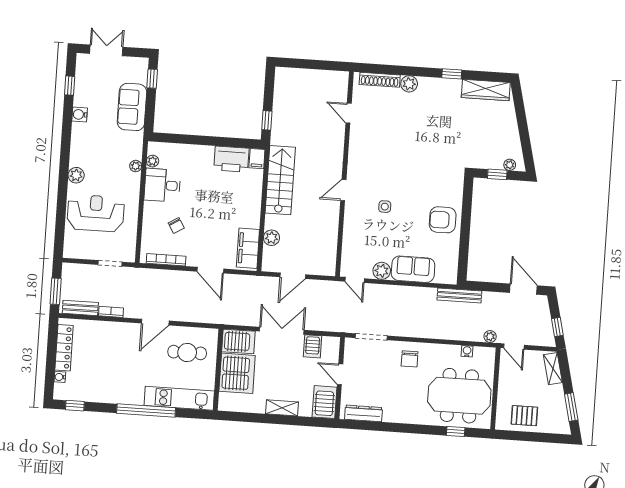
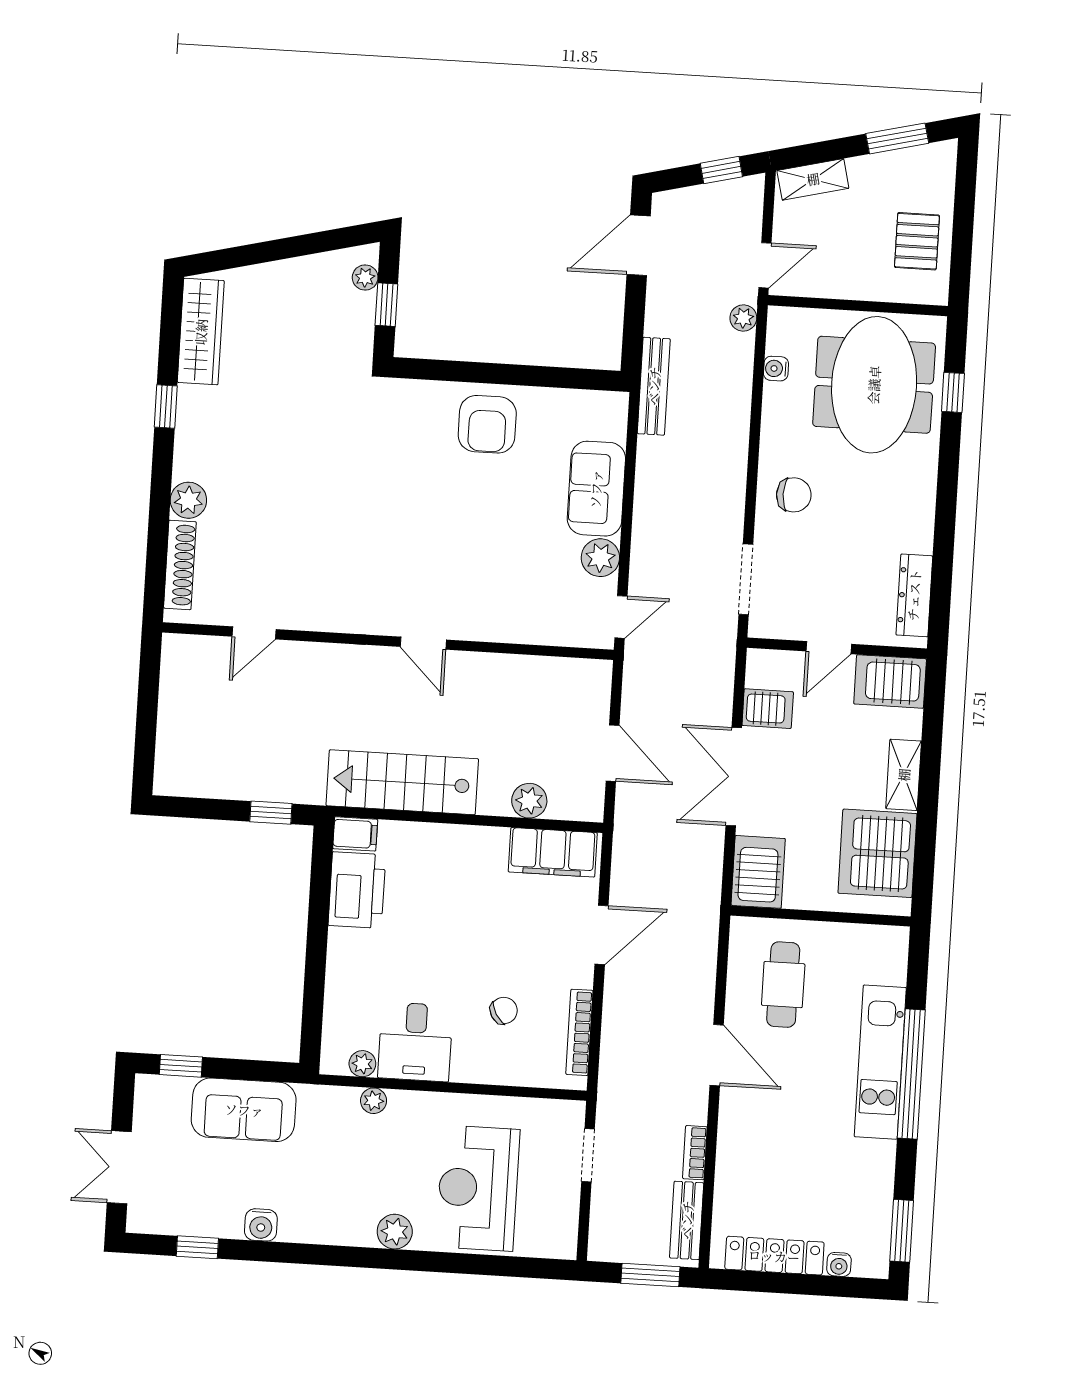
side table: (385, 207) -> (459, 552), removed
server rack: (237, 373) -> (877, 853), moved, turned -90
kitchen unit: (179, 398) -> (880, 1062), moved
window: (75, 406) -> (902, 1231), width x1.50

